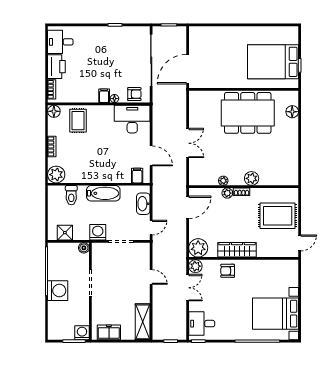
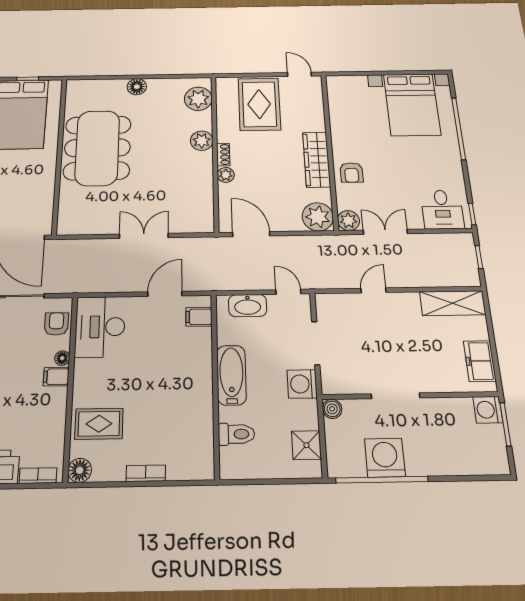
floor lamp: (292, 112) -> (137, 87), moved
plant: (56, 175) -> (198, 464), removed
plant: (223, 181) -> (198, 99), moved, width x1.88, depth x1.88
washing machine: (58, 291) -> (385, 458), moved

